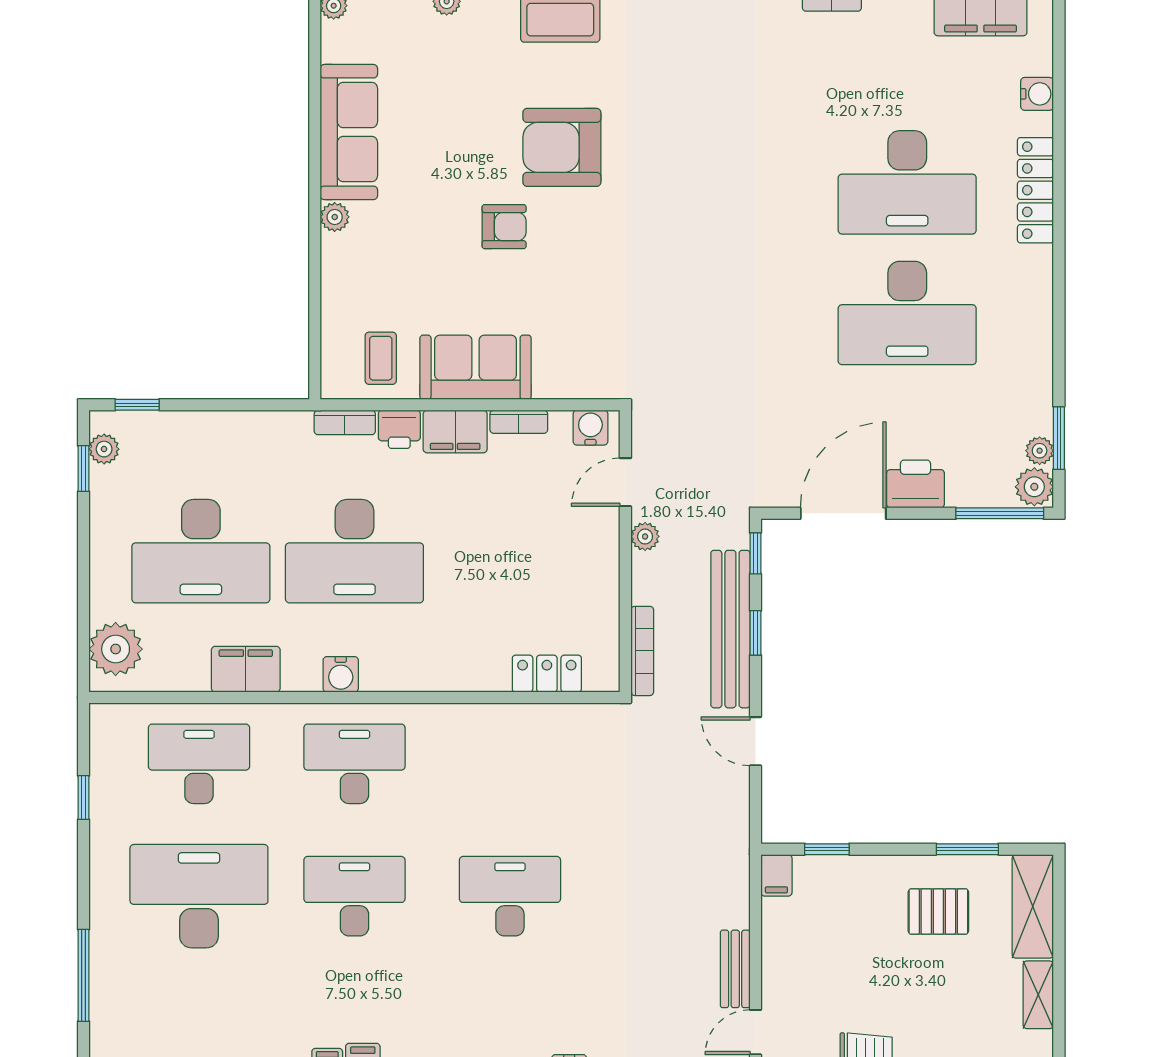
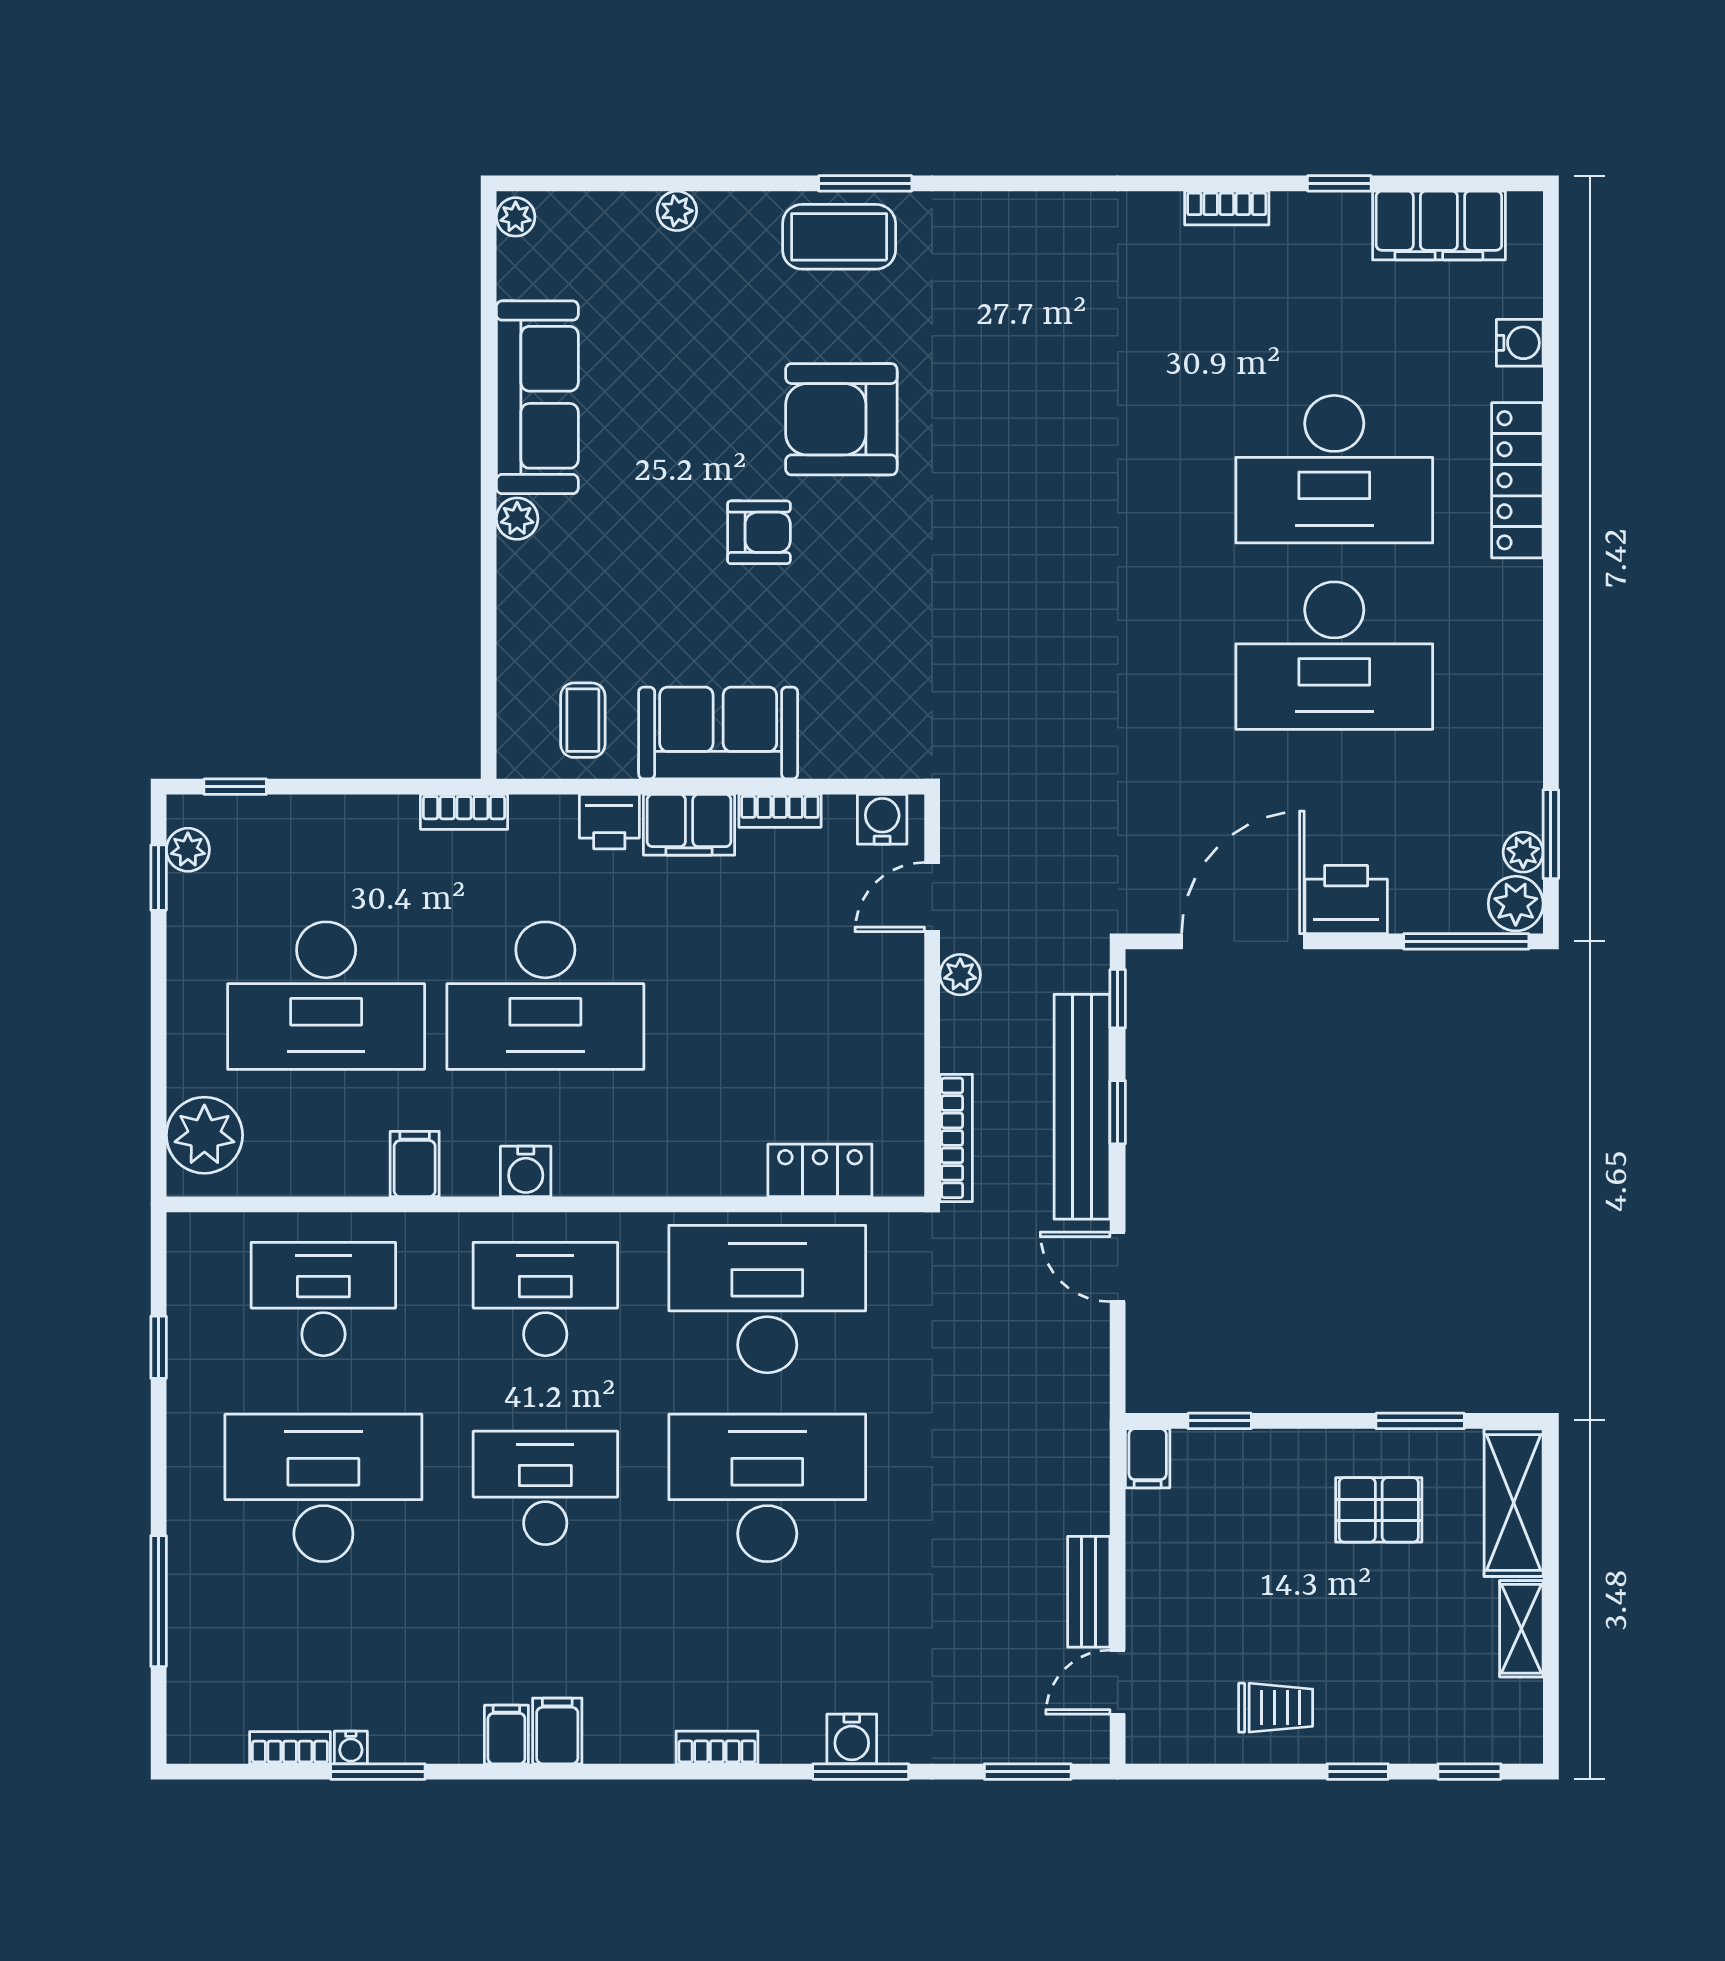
bookcase: (345, 422) -> (464, 812), moved
filing cabinet: (246, 669) -> (415, 1164), width x0.50
desk: (510, 764) -> (767, 1299), added
desk: (510, 896) -> (767, 1488), width x1.36, depth x1.30

